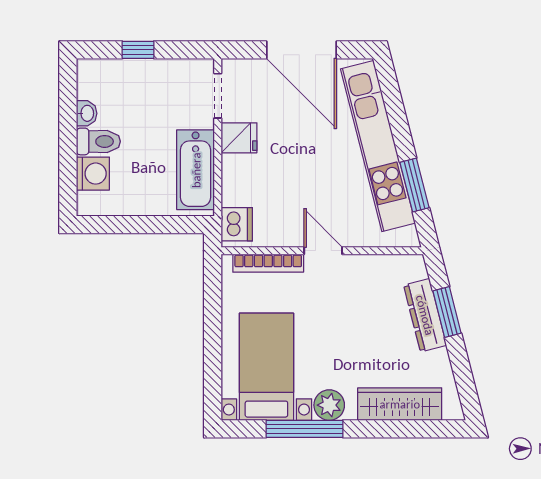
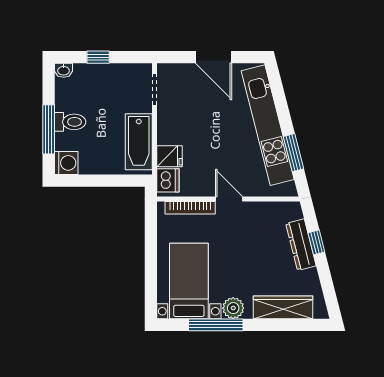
door: (301, 50) -> (214, 57), width x0.73
washbasin: (87, 113) -> (64, 70), moved, turned 90
fridge: (239, 138) -> (170, 156), moved
window: (68, 152) -> (49, 129), added
washing machine: (93, 174) -> (66, 163), moved
window: (447, 312) -> (316, 242), width x0.67

